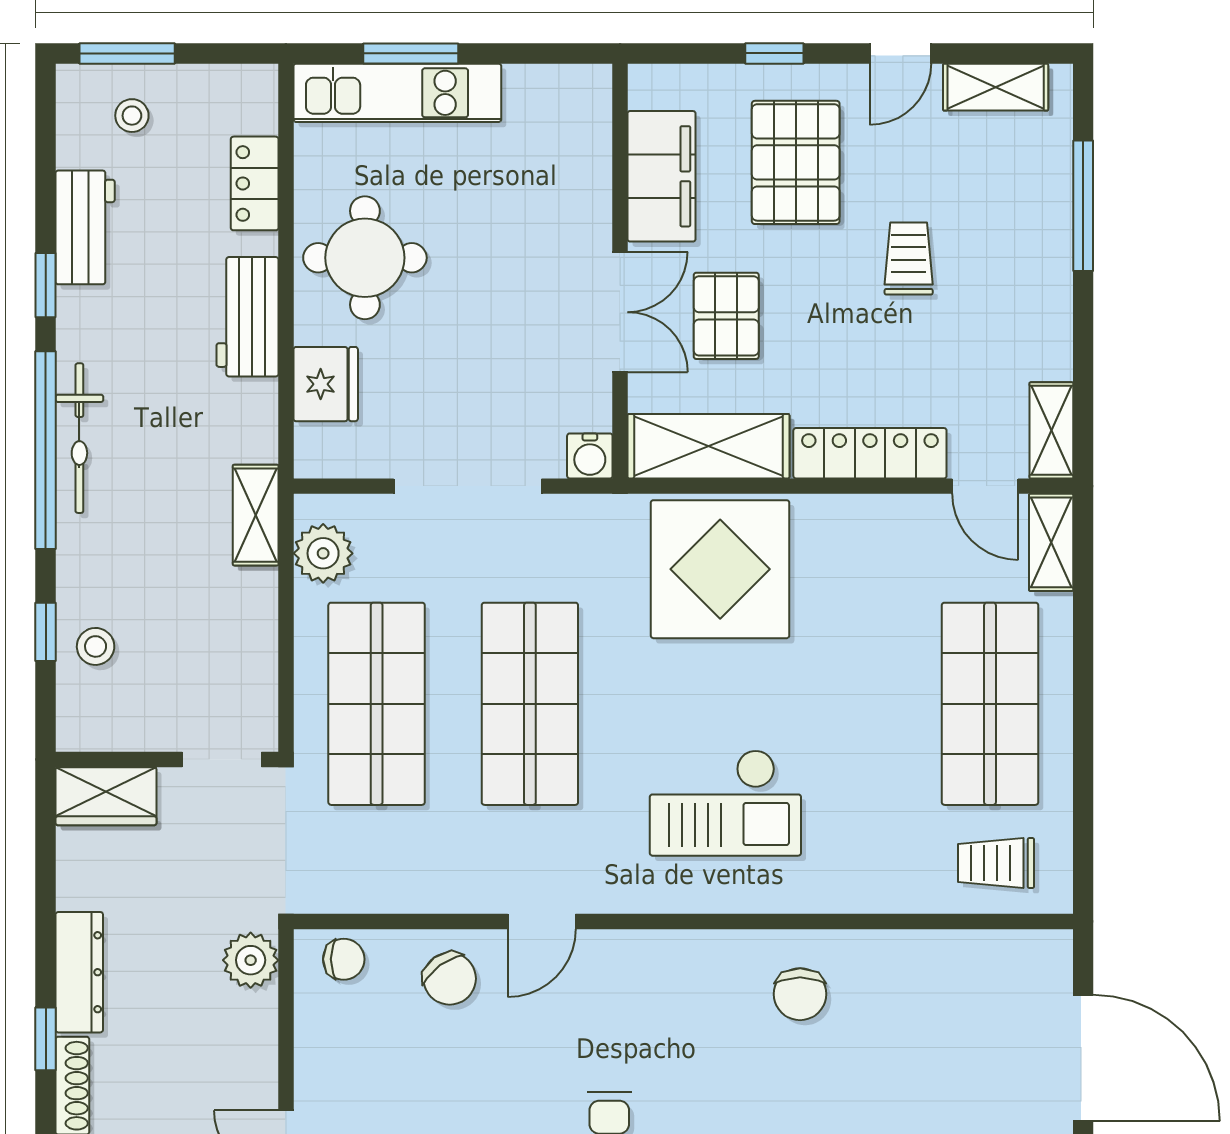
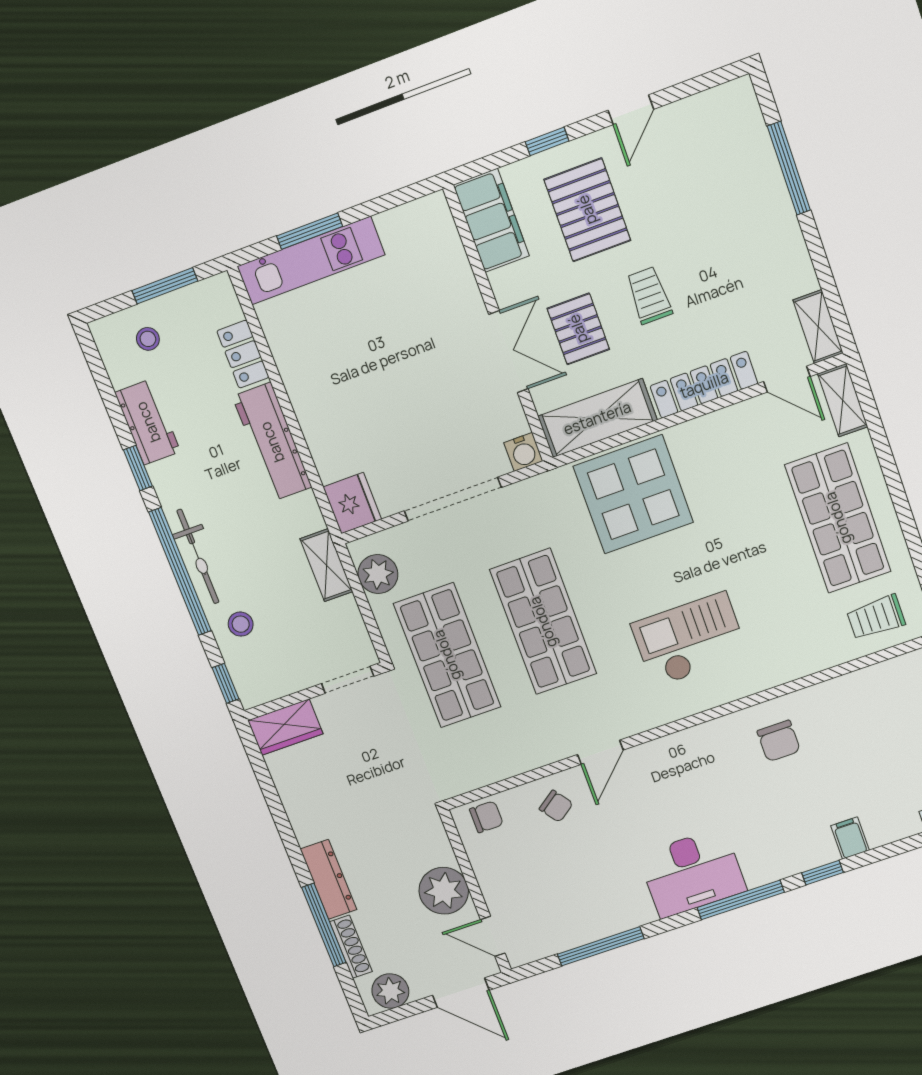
window: (127, 53) -> (165, 286), moved
shelving: (996, 87) -> (703, 109), removed
filing cabinet: (662, 176) -> (491, 220), moved
round table: (365, 258) -> (332, 376), removed
trolley: (909, 259) -> (649, 295), moved
workbench: (247, 317) -> (272, 442), width x1.38
fridge: (326, 384) -> (352, 503), moved
stool: (96, 646) -> (241, 624), moved
wall: (167, 759) -> (314, 692), moved
doorway: (222, 759) -> (348, 680), moved
wardrobe: (106, 796) -> (285, 727), moved
checkout: (725, 803) -> (689, 640), turned 180
plant: (251, 960) -> (444, 891), moved, width x1.36, depth x1.36
chair: (450, 979) -> (556, 806), width x0.73, depth x0.73
window: (46, 1039) -> (324, 925), width x2.17

